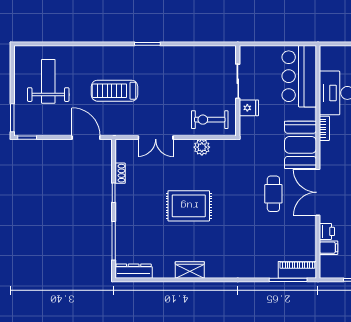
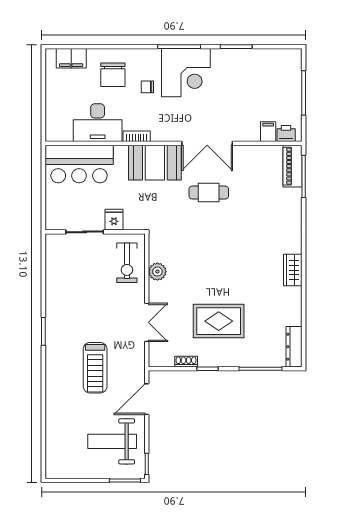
weight bench: (48, 81) -> (112, 441), moved
rug: (189, 206) -> (219, 321), moved, turned 90
printer: (327, 231) -> (286, 134), moved
wardrobe: (190, 270) -> (293, 270), moved

